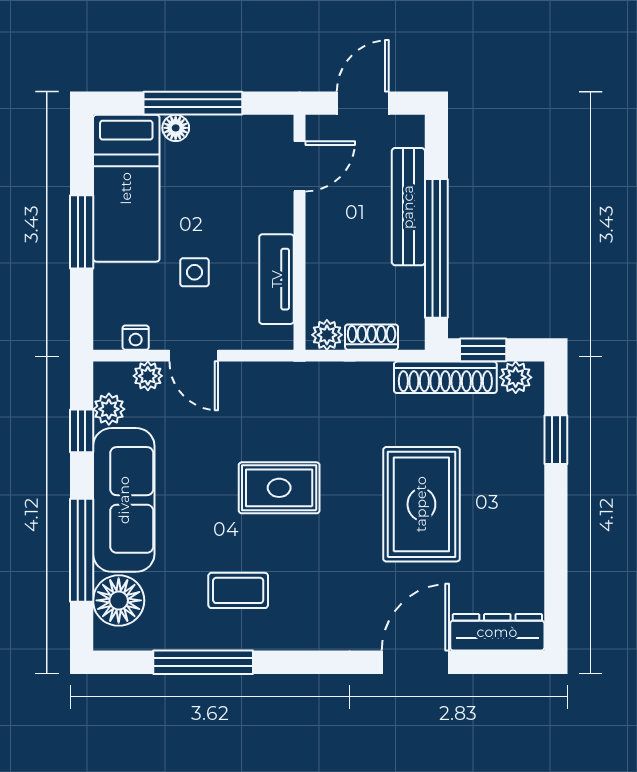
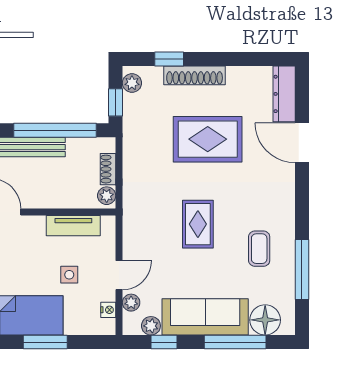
shoe rack: (445, 377) -> (195, 75), moved, turned 90

